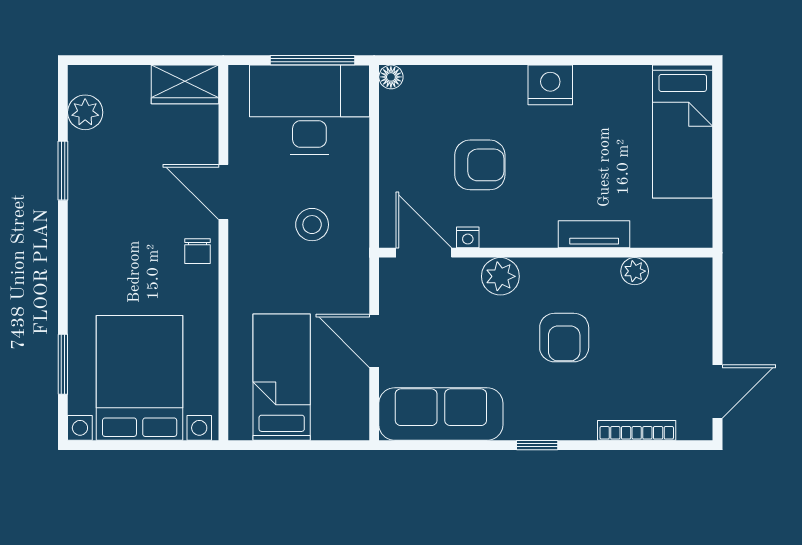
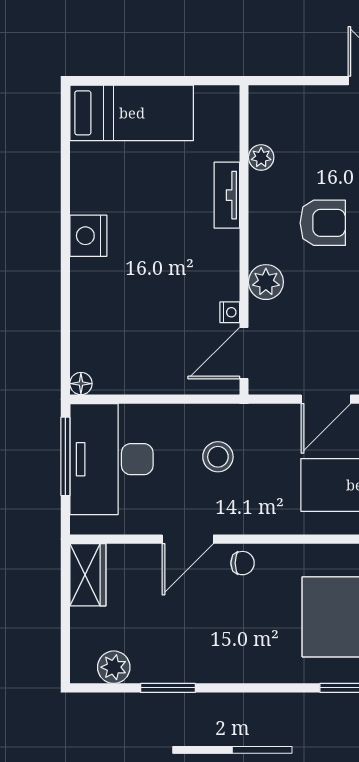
armchair: (480, 165) -> (163, 301), removed

